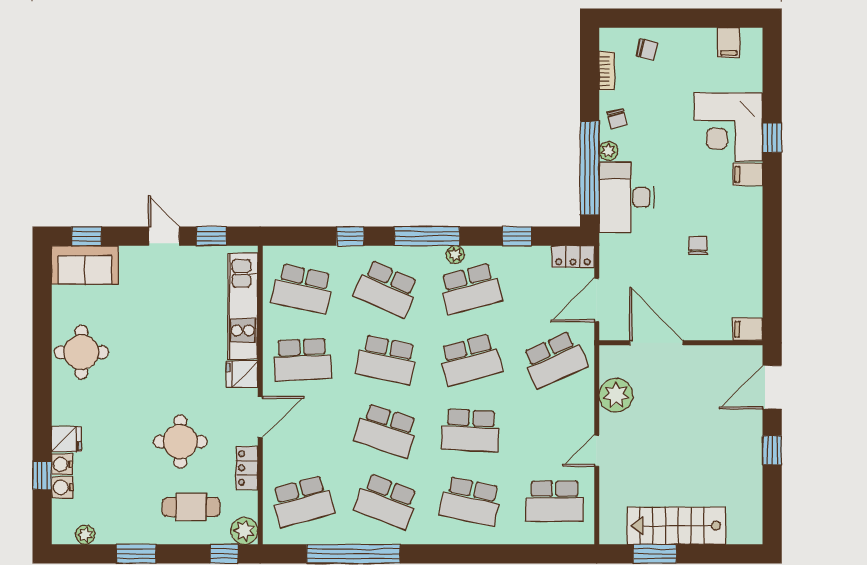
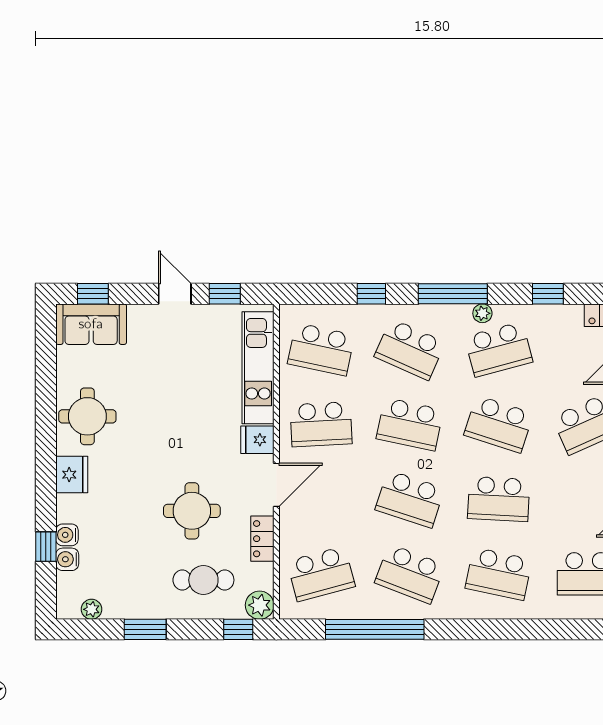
school desk: (470, 360) -> (499, 424), turned 33
fridge: (67, 439) -> (72, 475), moved, width x1.38

